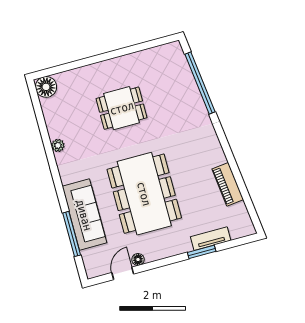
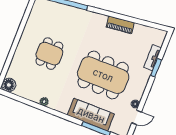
piano: (228, 184) -> (120, 25), moved
door: (123, 273) -> (137, 117), swing flipped

